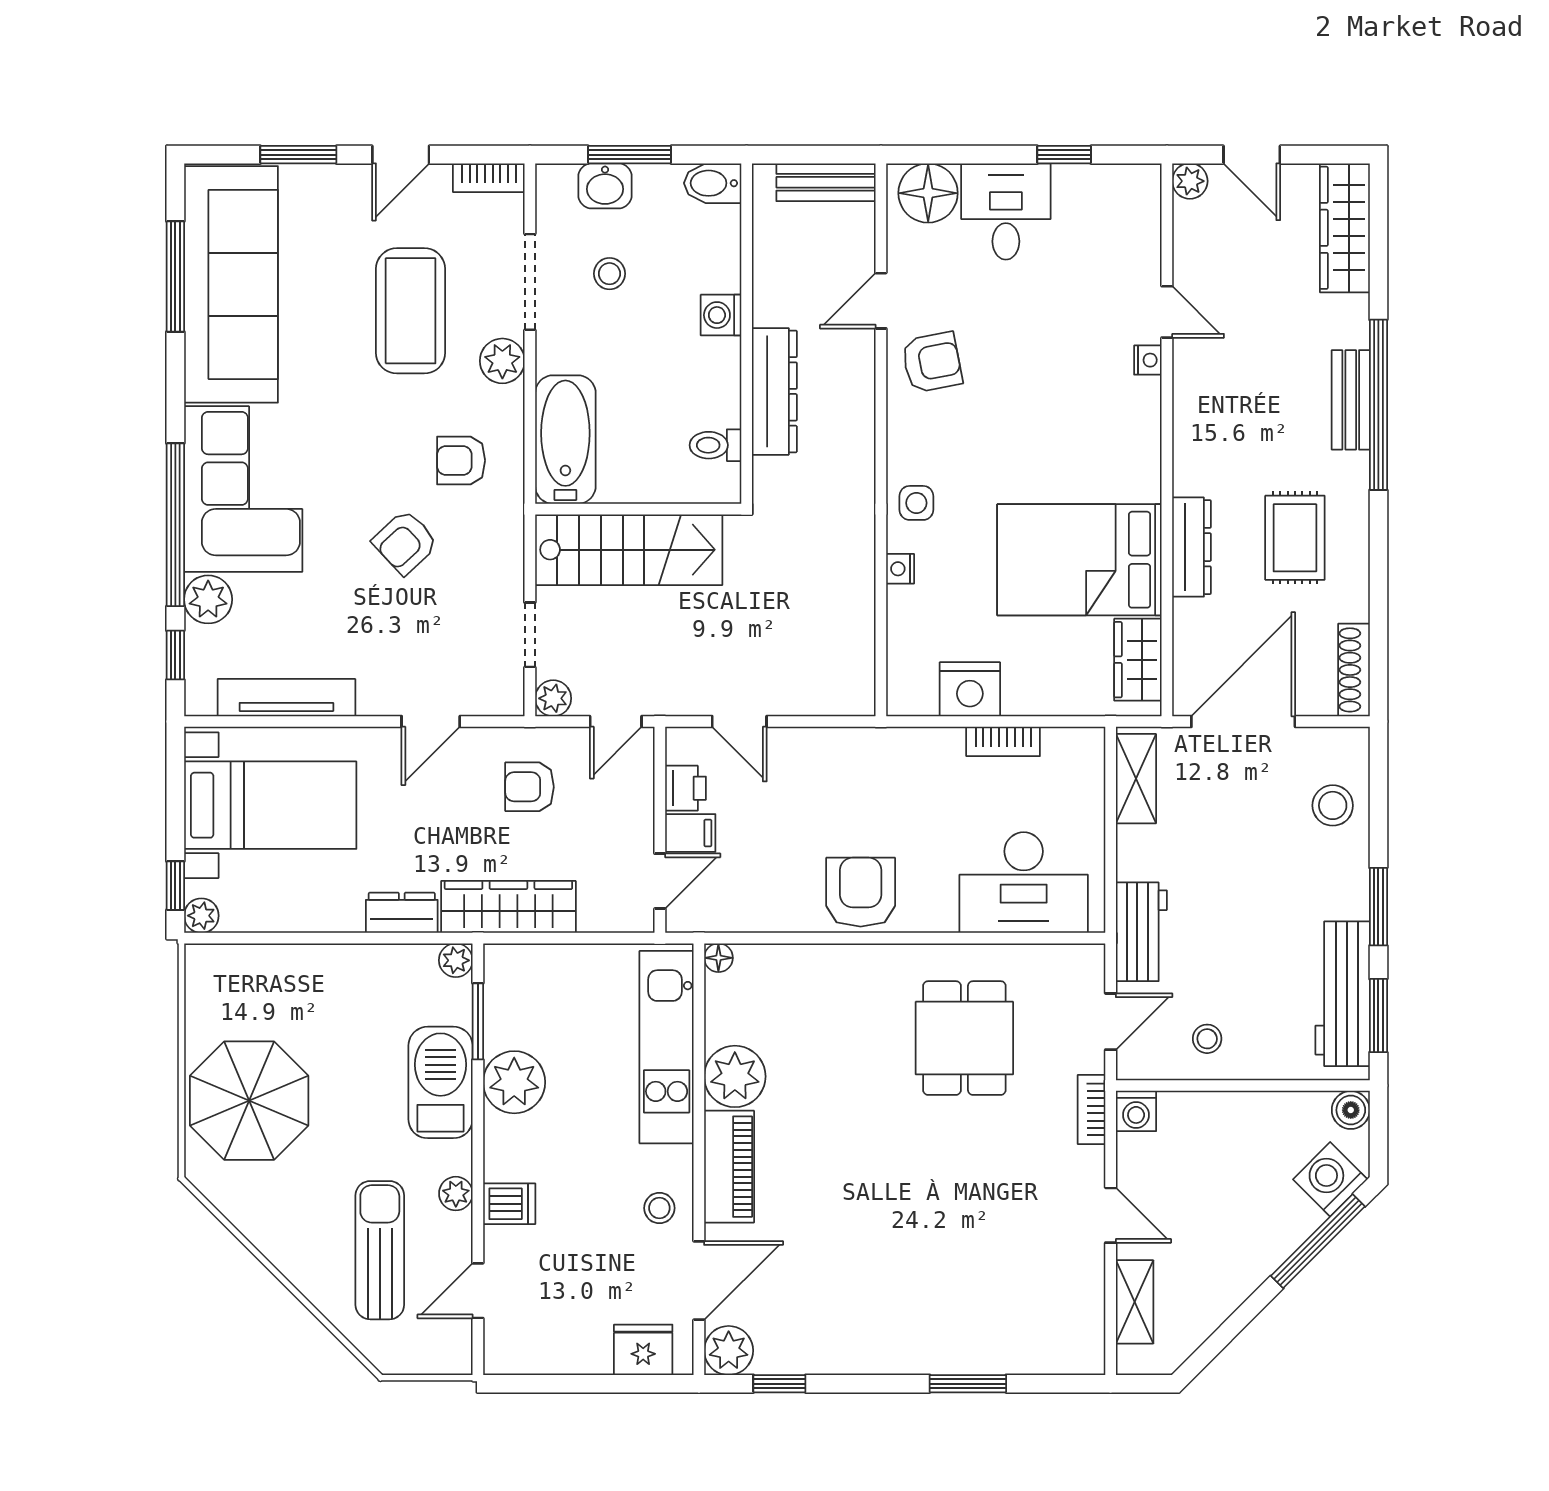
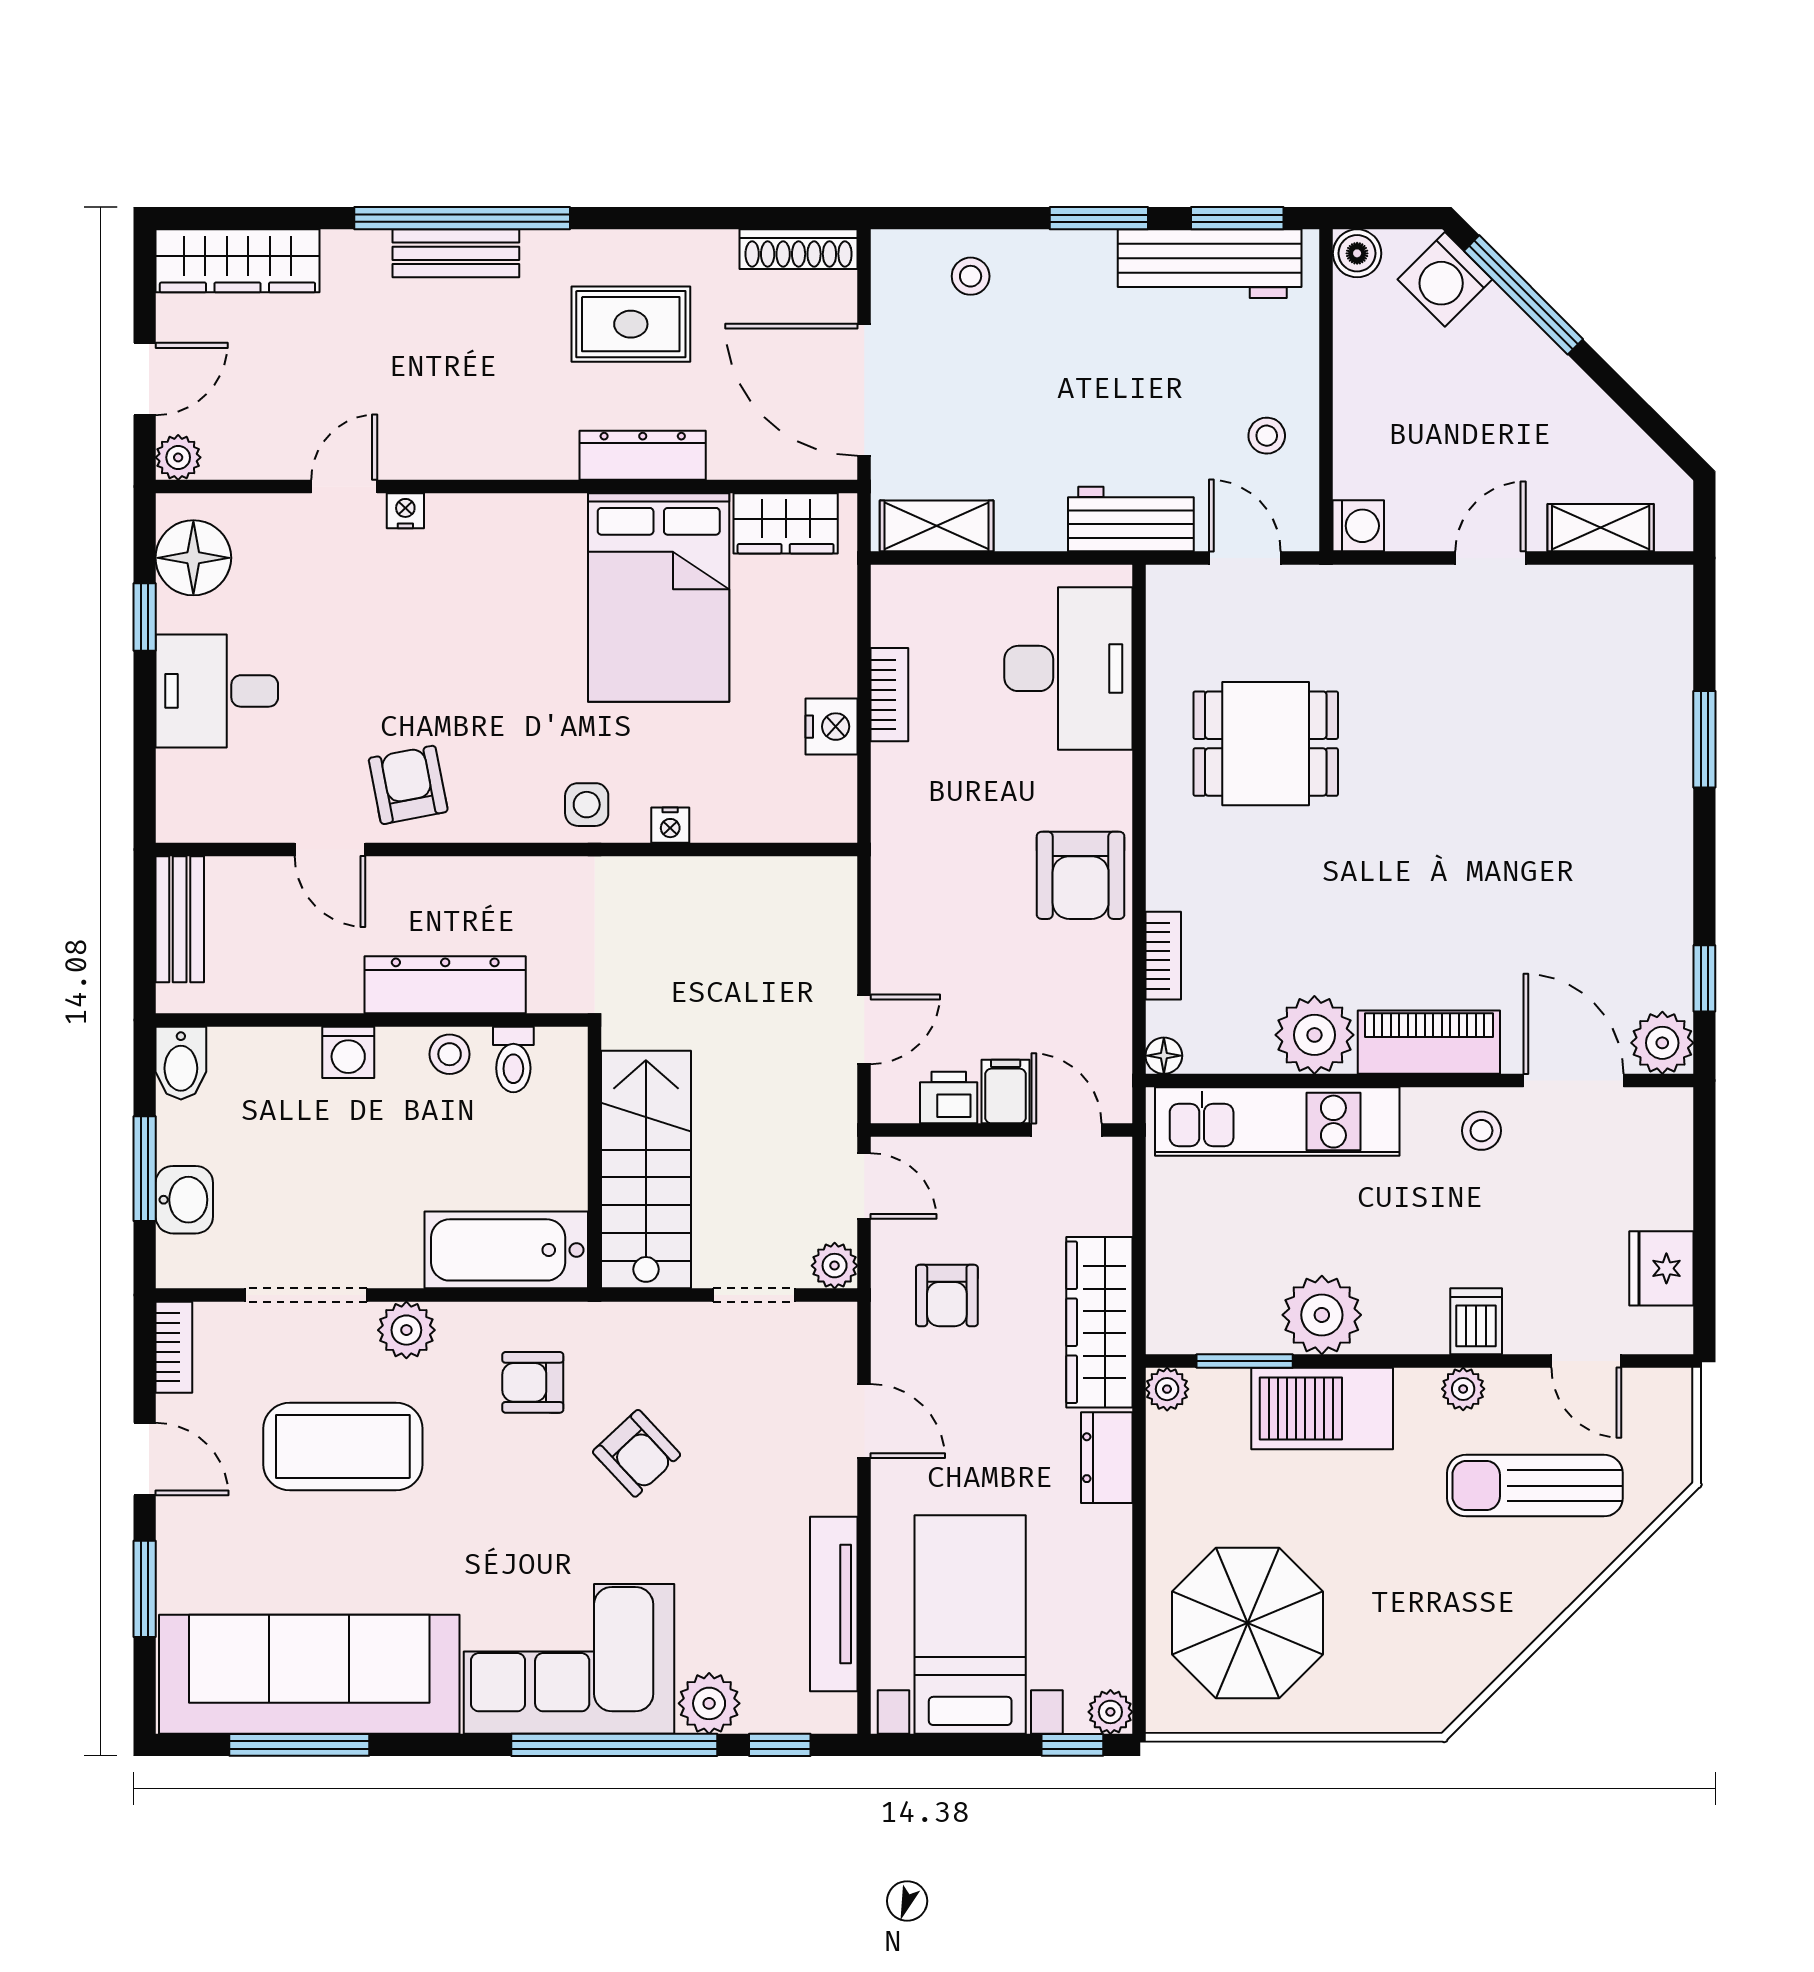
floor lamp: (928, 193) -> (193, 558), moved
stool: (609, 274) -> (450, 1054), moved
armchair: (461, 460) -> (533, 1382), turned 90
nightstand: (970, 689) -> (832, 727), width x0.74, depth x0.75
stool: (1333, 805) -> (971, 276), width x0.73, depth x0.73
armchair: (861, 892) -> (1081, 875), turned -90
parasol: (249, 1101) -> (1248, 1623), moved
bookcase: (1092, 1109) -> (1163, 956), moved, turned -90
fridge: (643, 1350) -> (1661, 1268), moved

